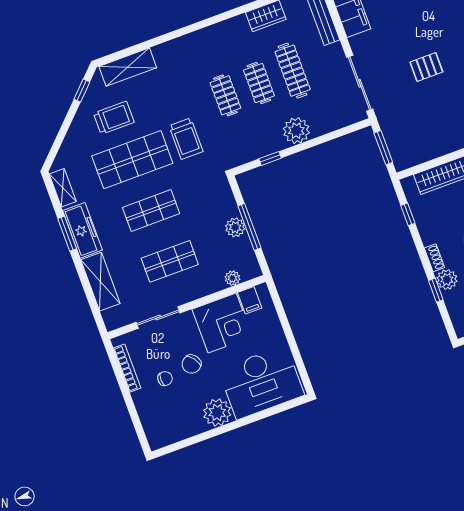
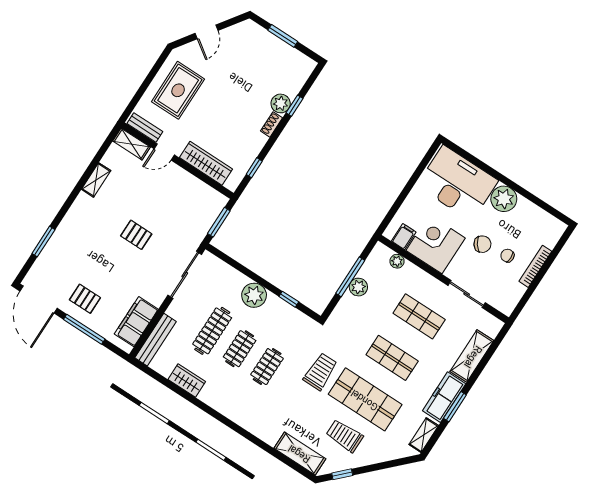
bookcase: (127, 368) -> (535, 266), moved

